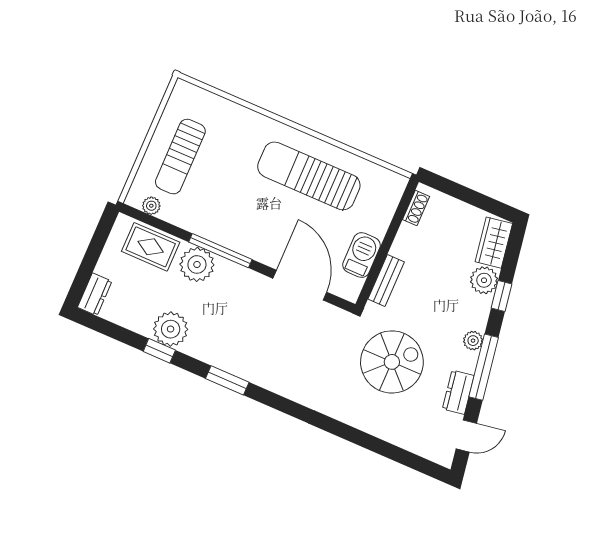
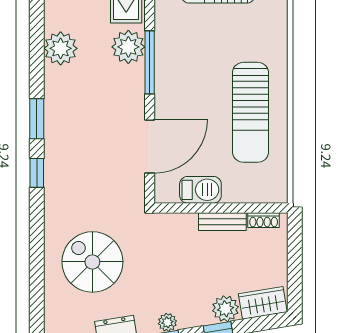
sun lounger: (309, 176) -> (251, 112), turned 180
bench: (386, 281) -> (222, 222), moved
window: (159, 351) -> (37, 173), moved
spiral stairs: (392, 362) -> (92, 262), moved, turned 180

